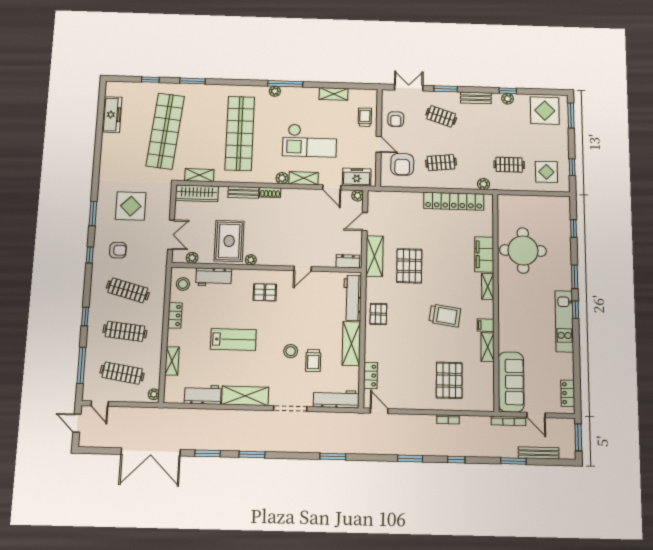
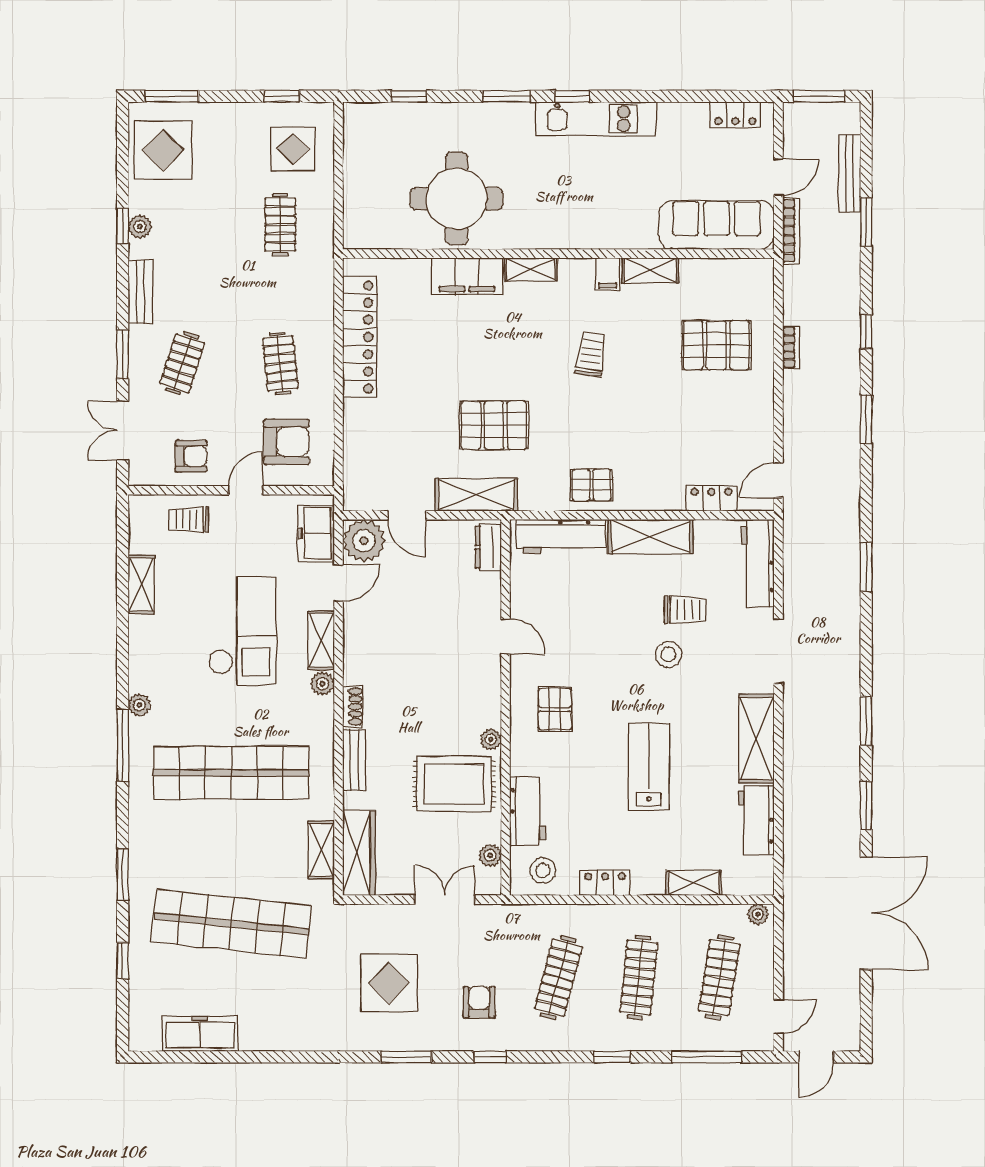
window: (285, 84) -> (123, 745), moved
plant: (484, 184) -> (322, 277), removed
plant: (358, 196) -> (364, 541), width x1.88, depth x1.88
trolley: (445, 316) -> (591, 354), width x0.73, depth x0.72

